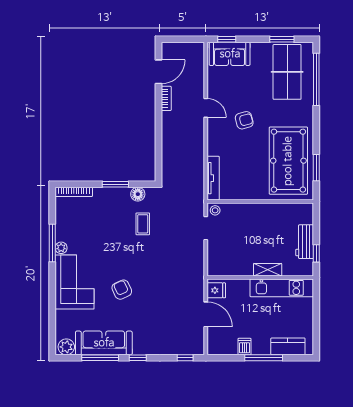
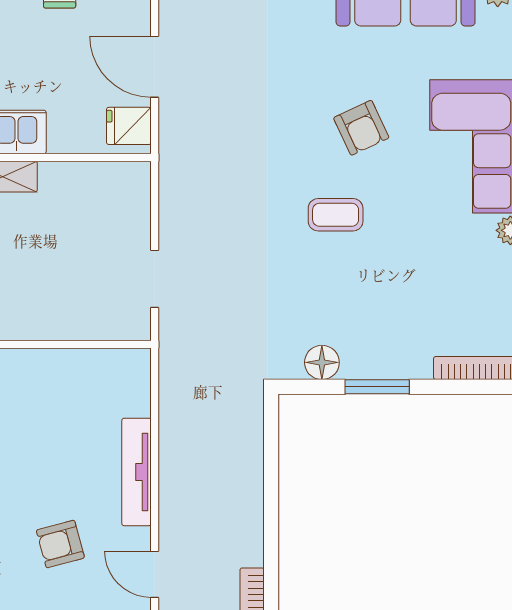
tv unit: (213, 178) -> (137, 472), moved
stool: (215, 210) -> (132, 323), removed
coffee table: (143, 224) -> (336, 215), moved, turned 90

